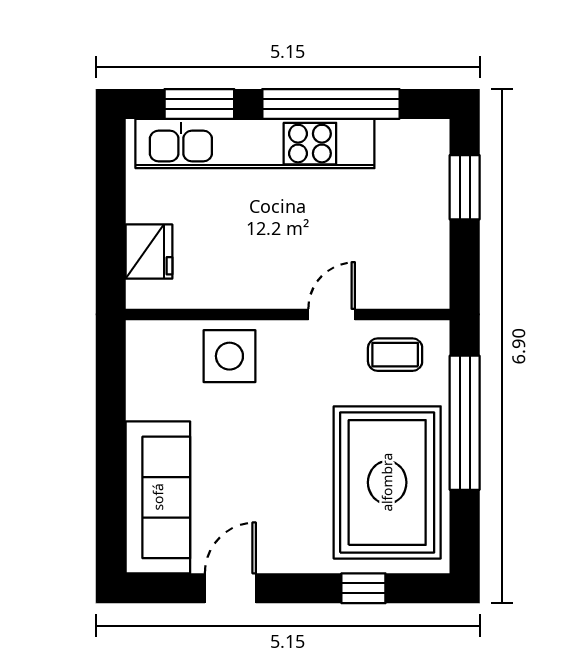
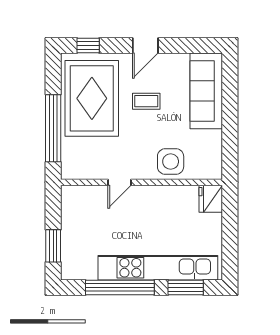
fridge: (149, 252) -> (211, 199), moved
coffee table: (395, 355) -> (146, 101), moved
door: (230, 588) -> (145, 46), moved
window: (363, 588) -> (88, 46), moved

